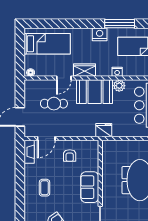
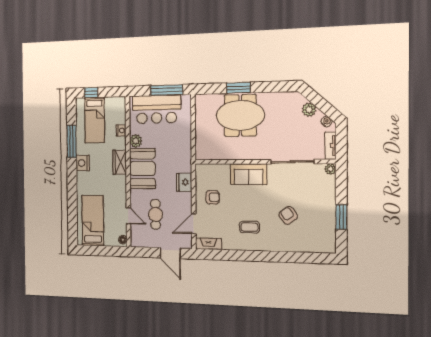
wardrobe: (85, 70) -> (120, 162), moved
nightstand: (117, 72) -> (121, 130), moved
door: (64, 78) -> (128, 216), moved
fridge: (104, 130) -> (184, 182), moved
door: (46, 139) -> (194, 224), swing flipped

